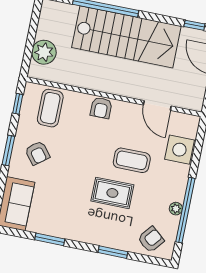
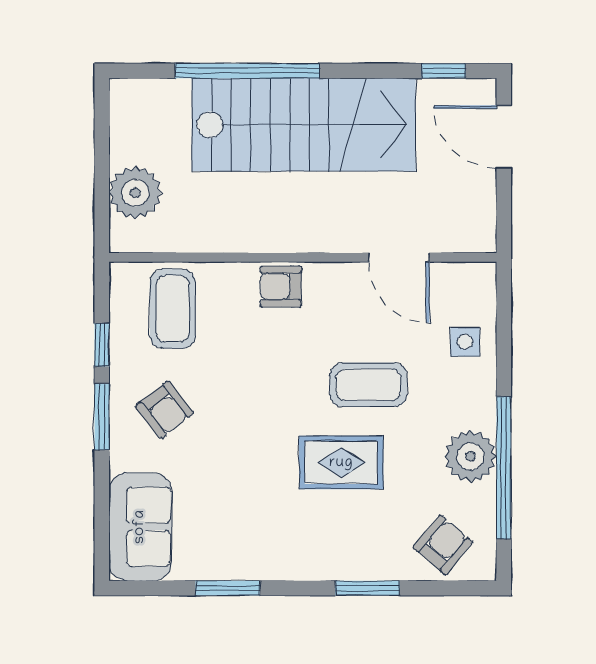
window: (18, 104) -> (102, 345), moved
armchair: (101, 108) -> (281, 286), turned 90
side table: (179, 150) -> (465, 342), width x0.54, depth x0.54
plant: (176, 209) -> (471, 456), width x1.87, depth x1.87

